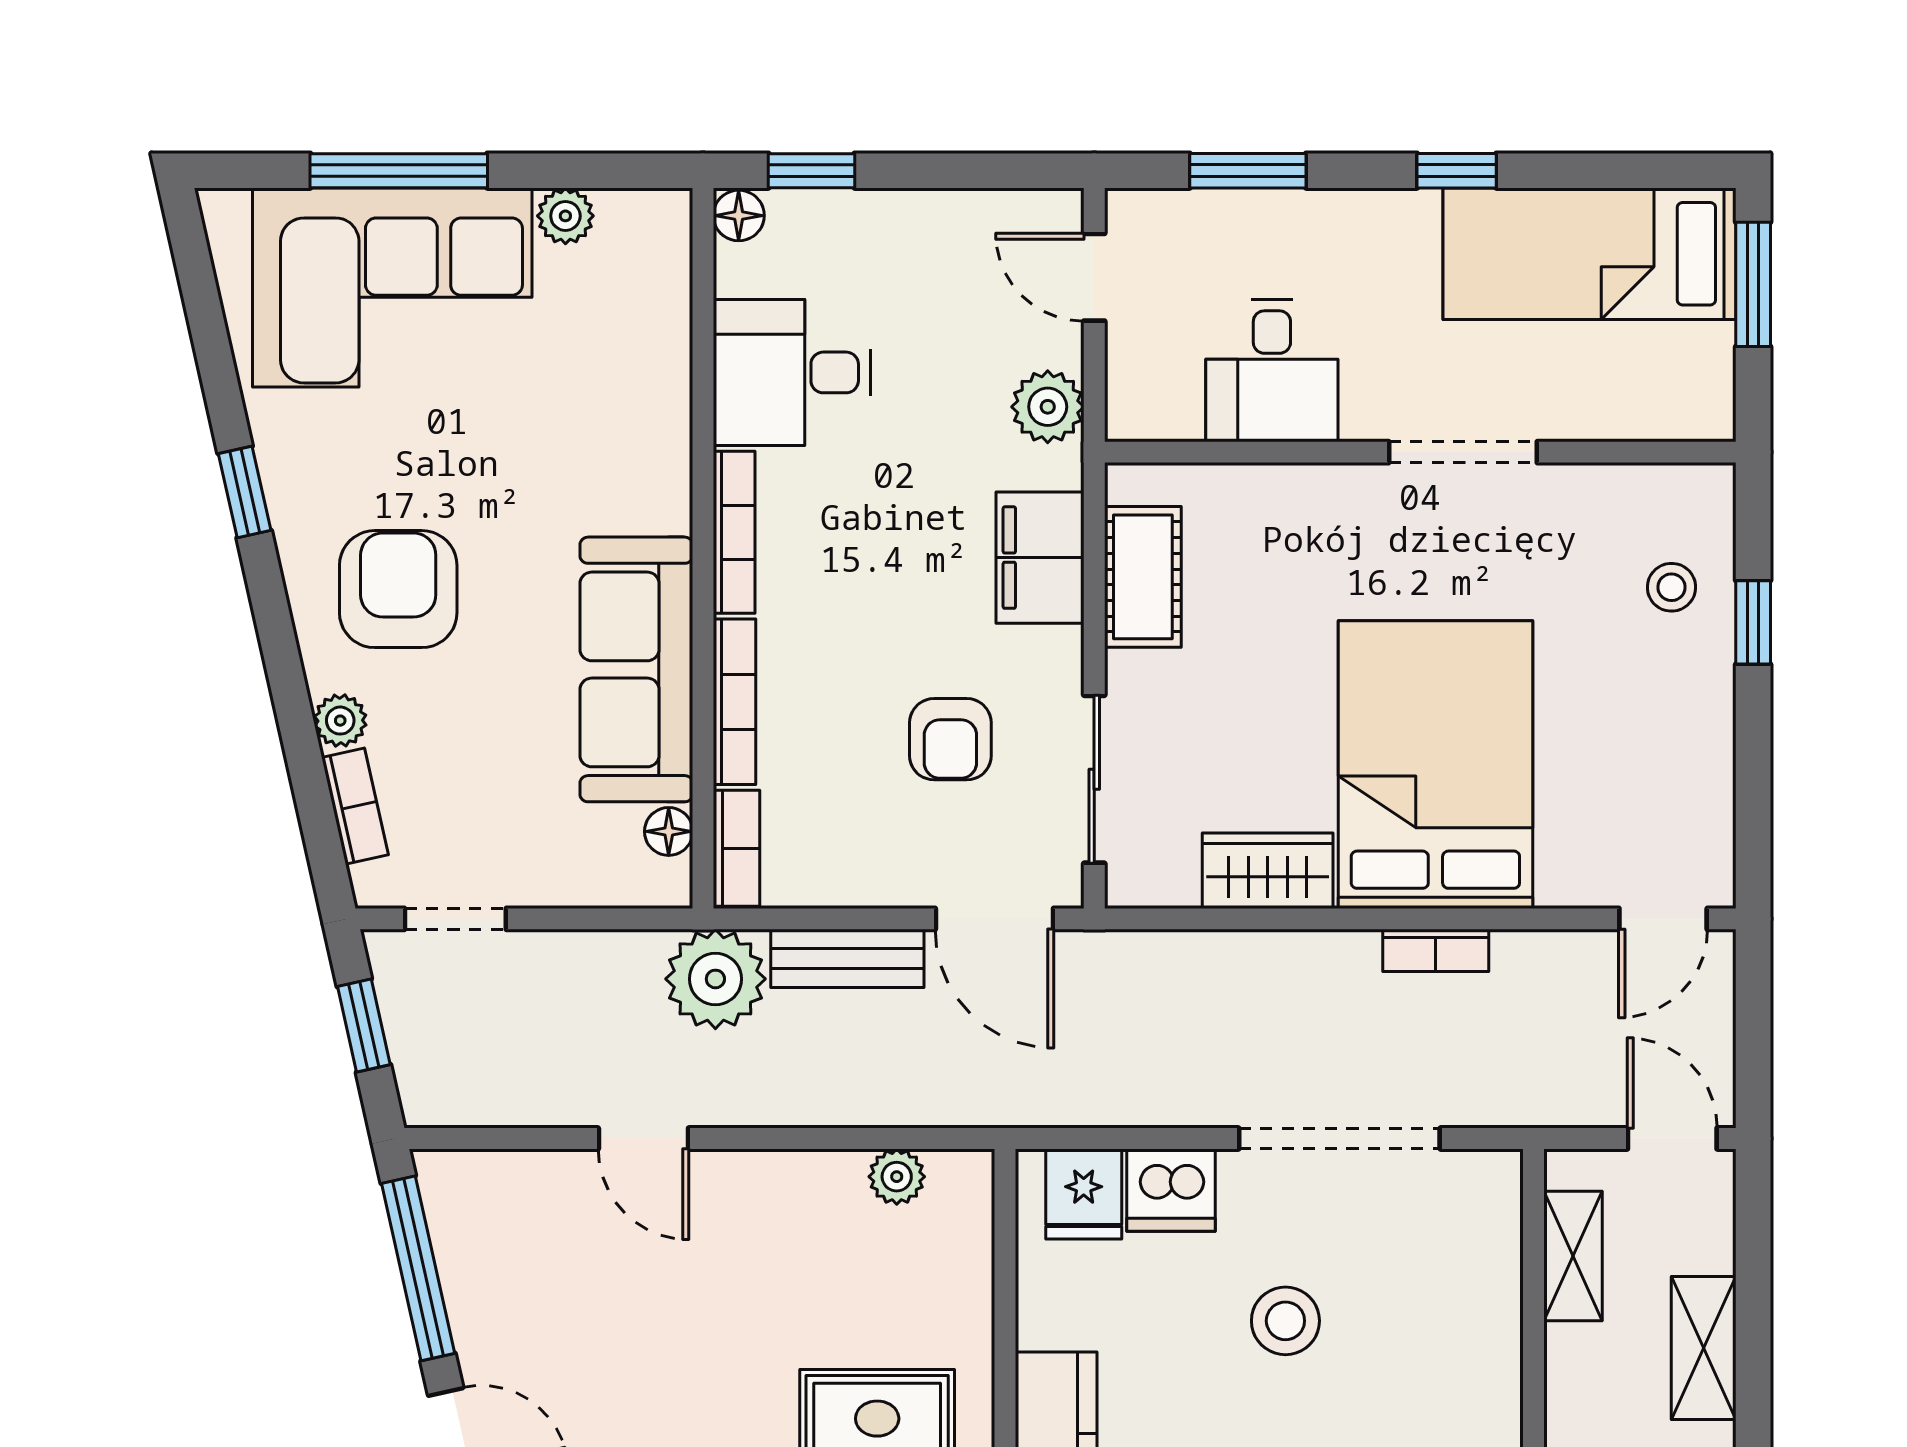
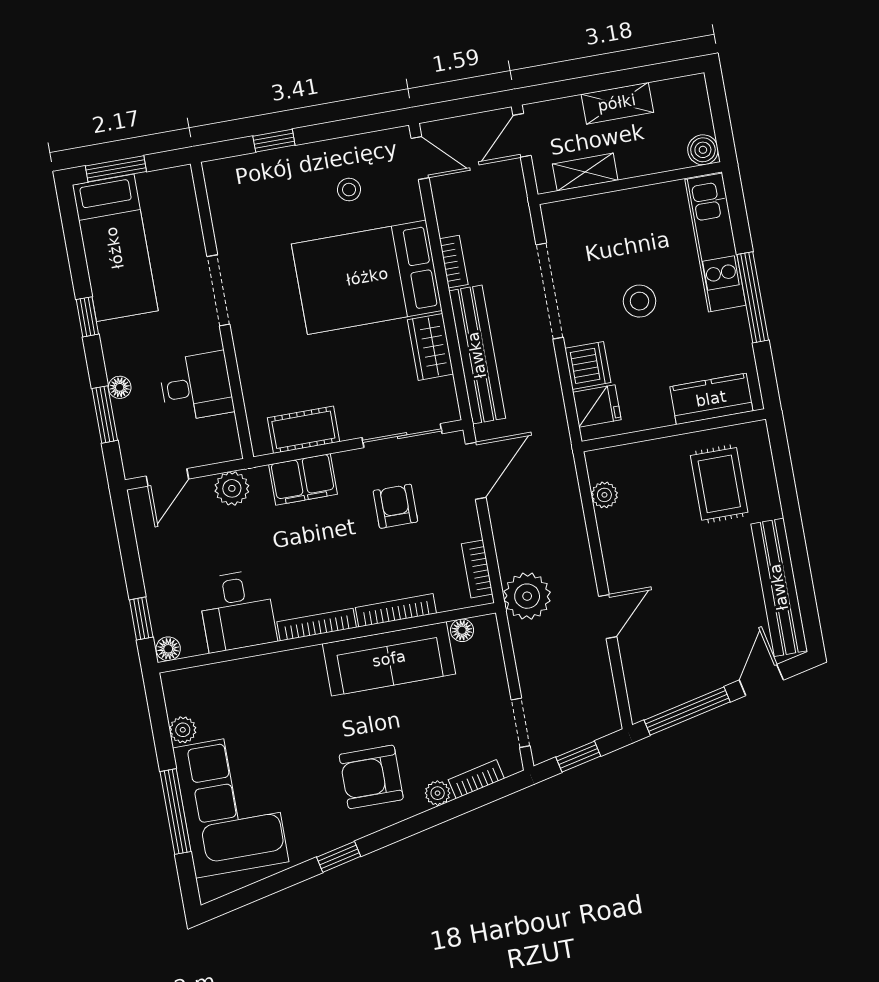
floor lamp: (1299, 212) -> (120, 387), added
stool: (1671, 587) -> (349, 190), moved
armchair: (950, 739) -> (395, 506), turned -90
bookcase: (737, 848) -> (477, 569), moved, turned -90
bench: (847, 958) -> (477, 355), moved, width x1.86, depth x1.21

